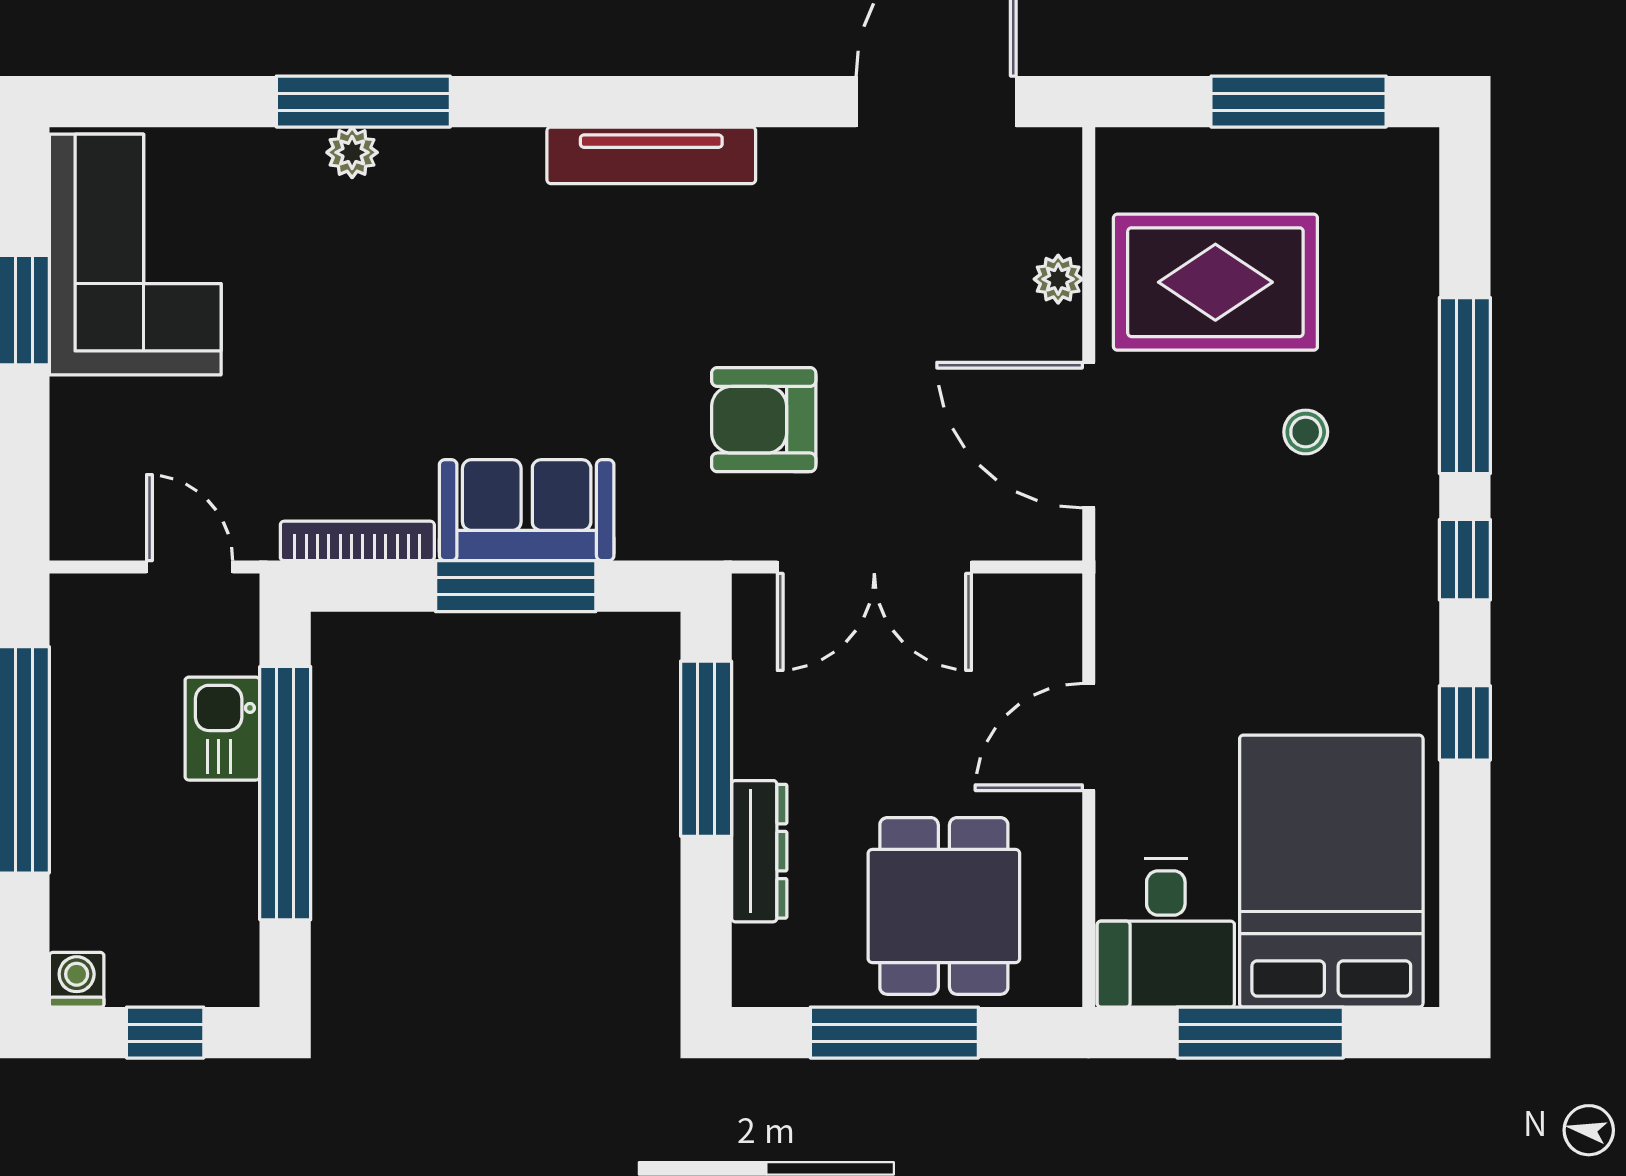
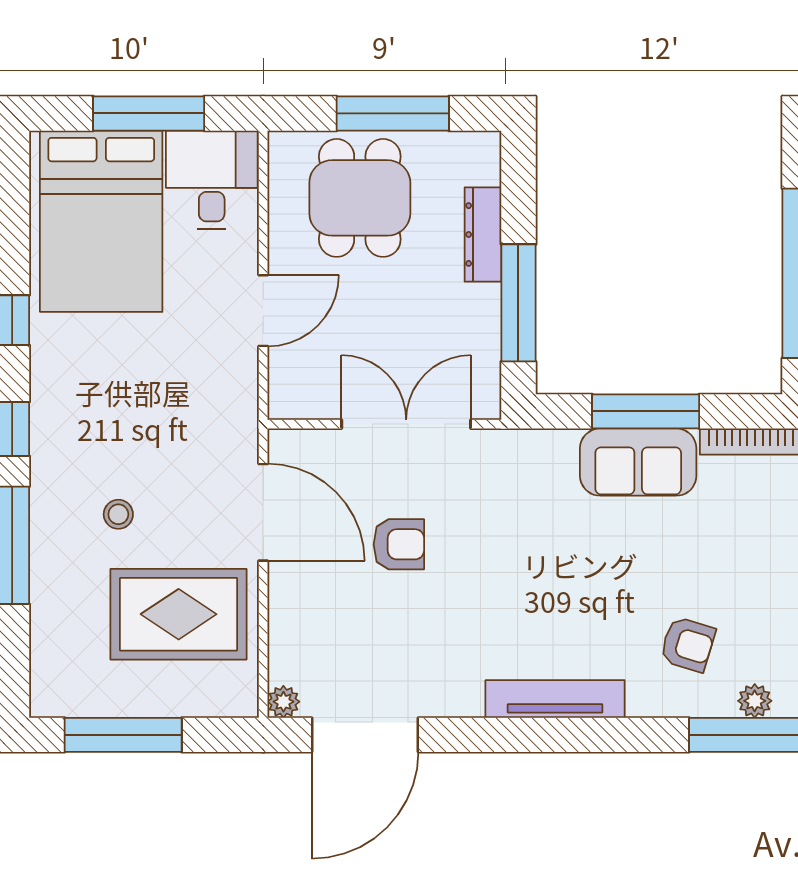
armchair: (453, 237) -> (688, 644), added
plant: (1058, 279) -> (283, 702), moved
armchair: (764, 420) -> (399, 544), moved, width x0.72, depth x0.72

